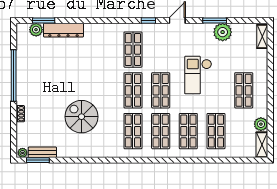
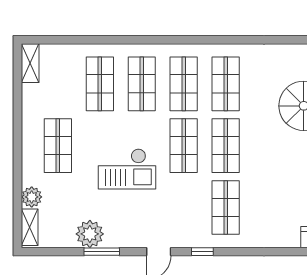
checkout: (198, 75) -> (127, 169), turned 90
plant: (261, 124) -> (32, 197), moved

